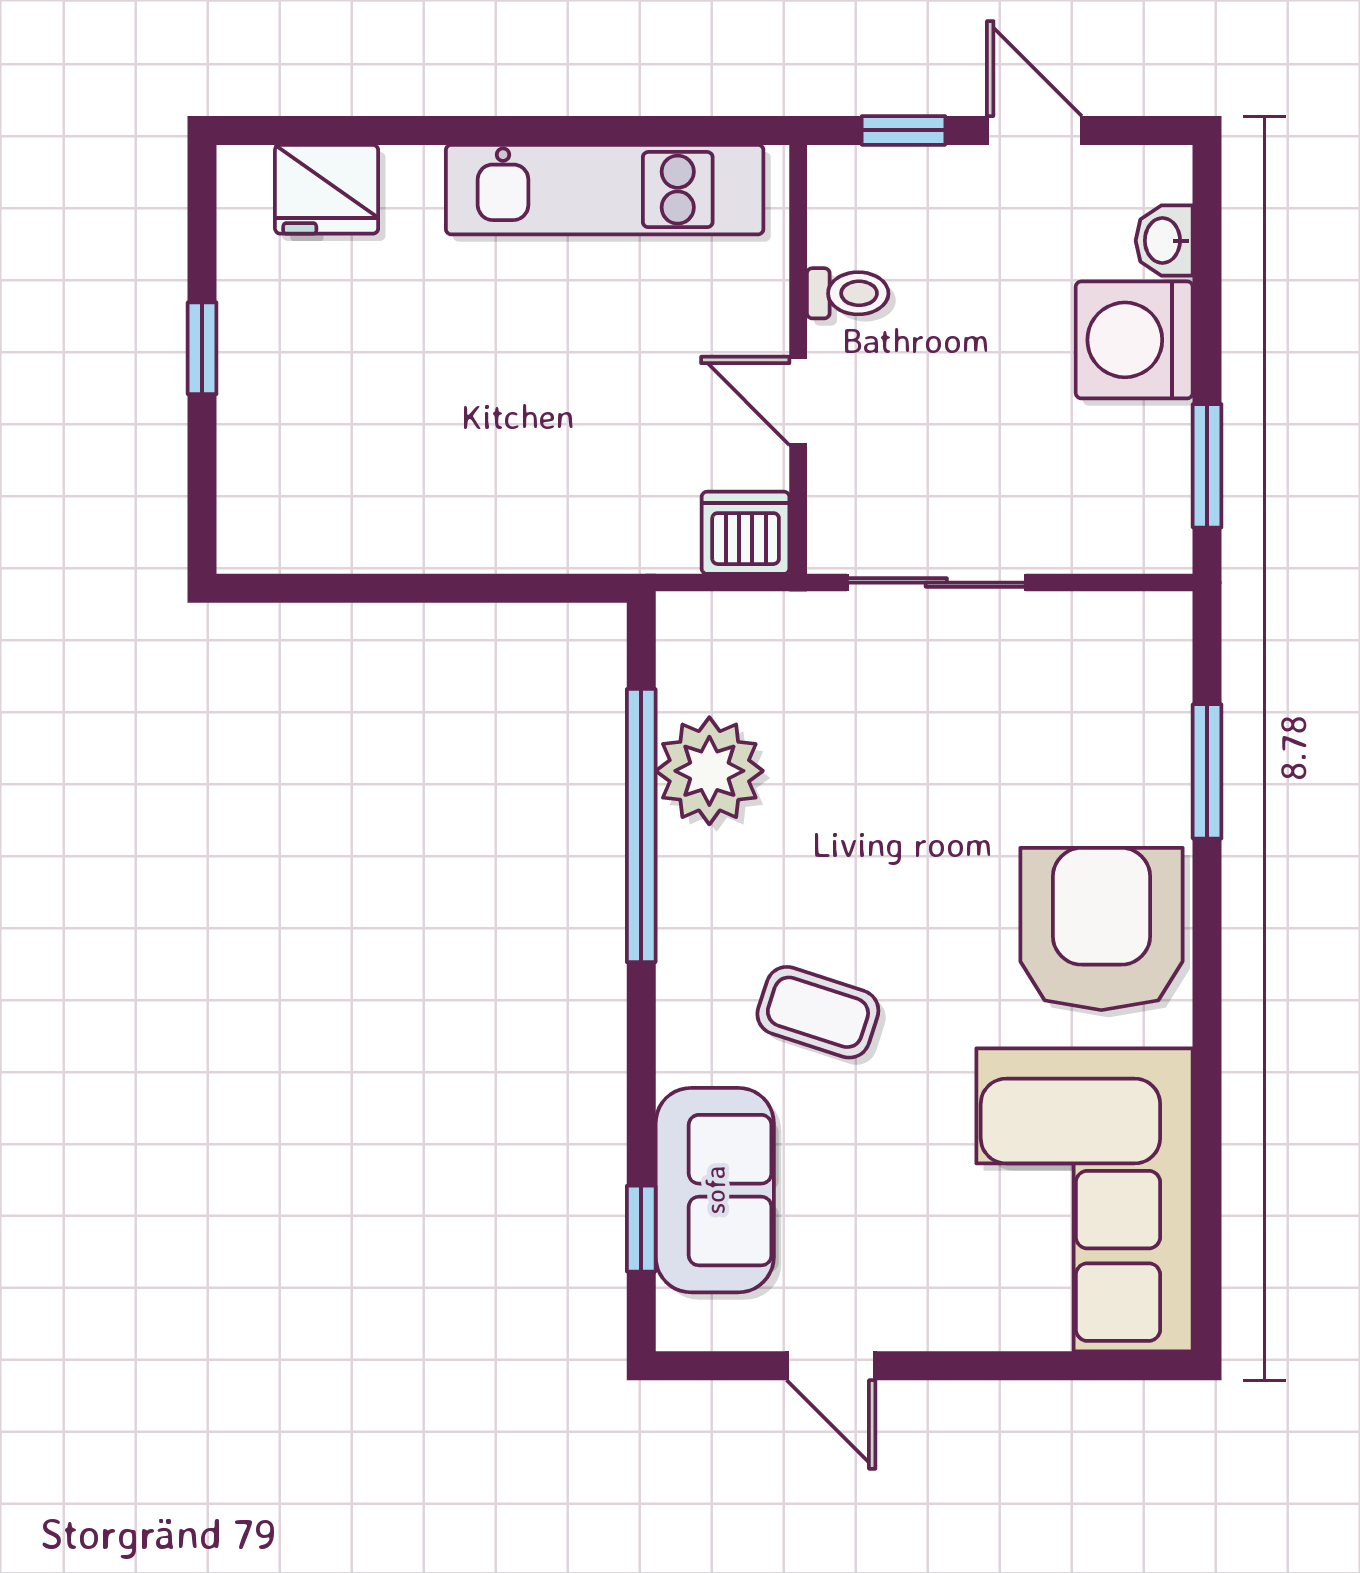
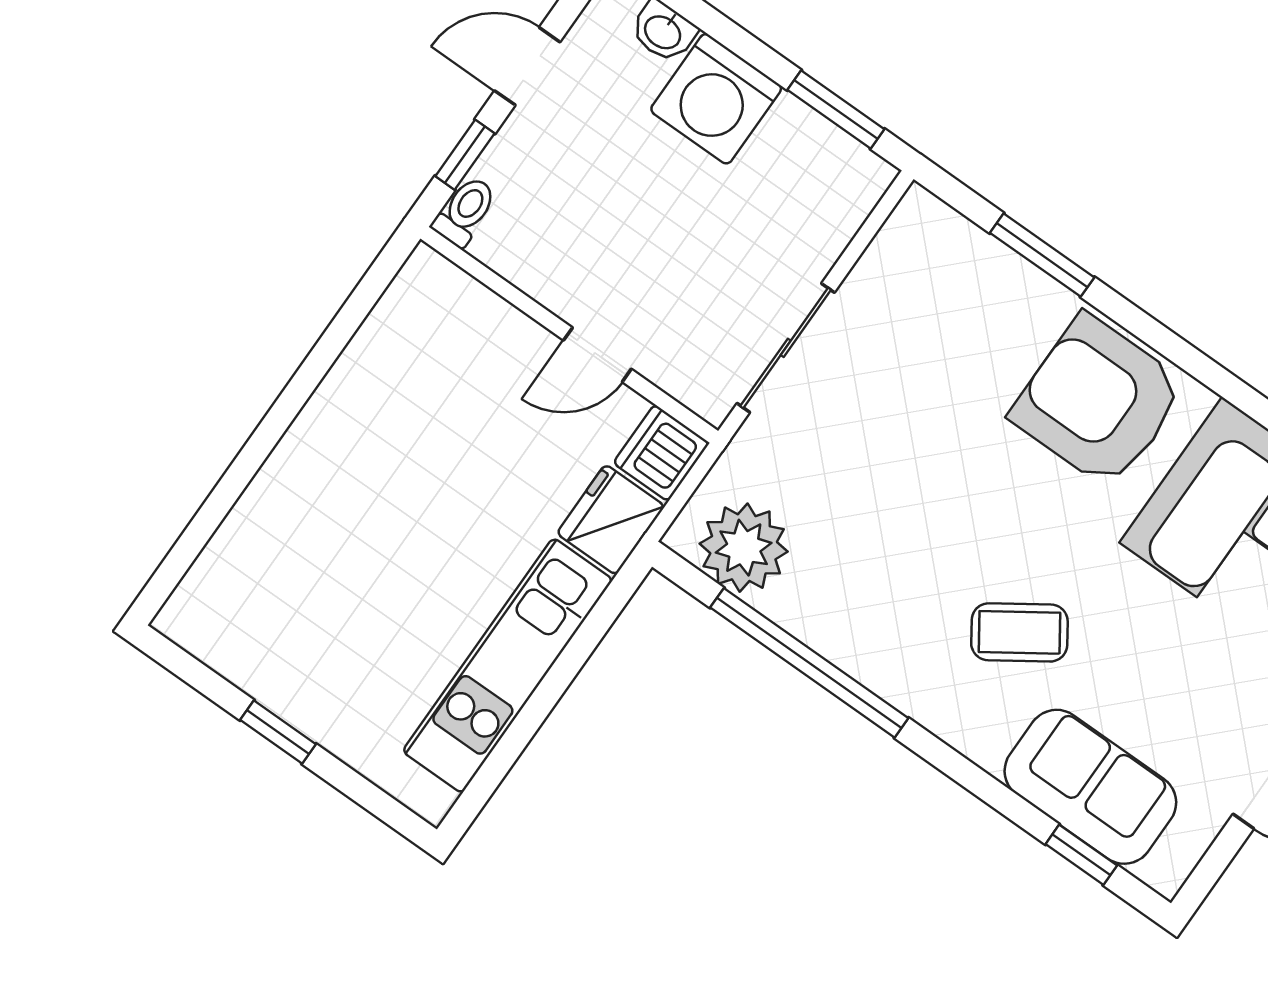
fridge: (327, 189) -> (611, 520), moved, turned 180
kitchen unit: (605, 190) -> (508, 666), moved, turned 180
toilet: (848, 293) -> (465, 211), moved
plant: (709, 771) -> (744, 548), moved
coffee table: (818, 1012) -> (1019, 632), turned 38

